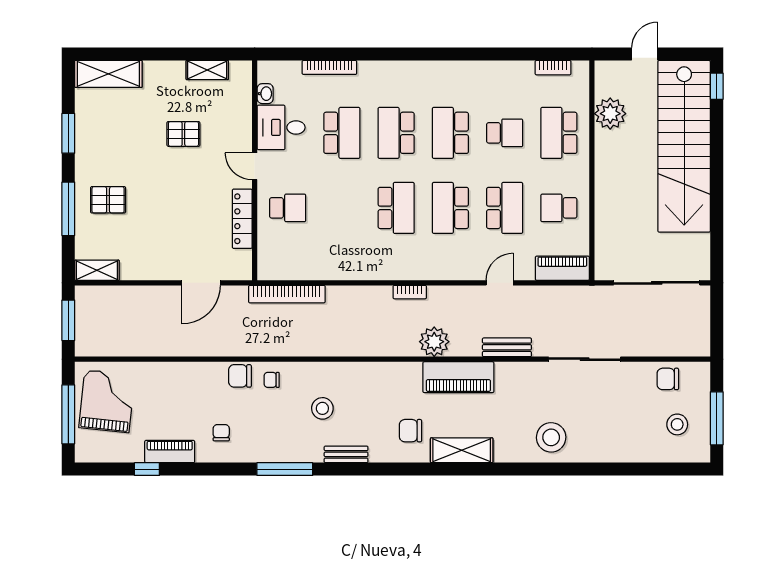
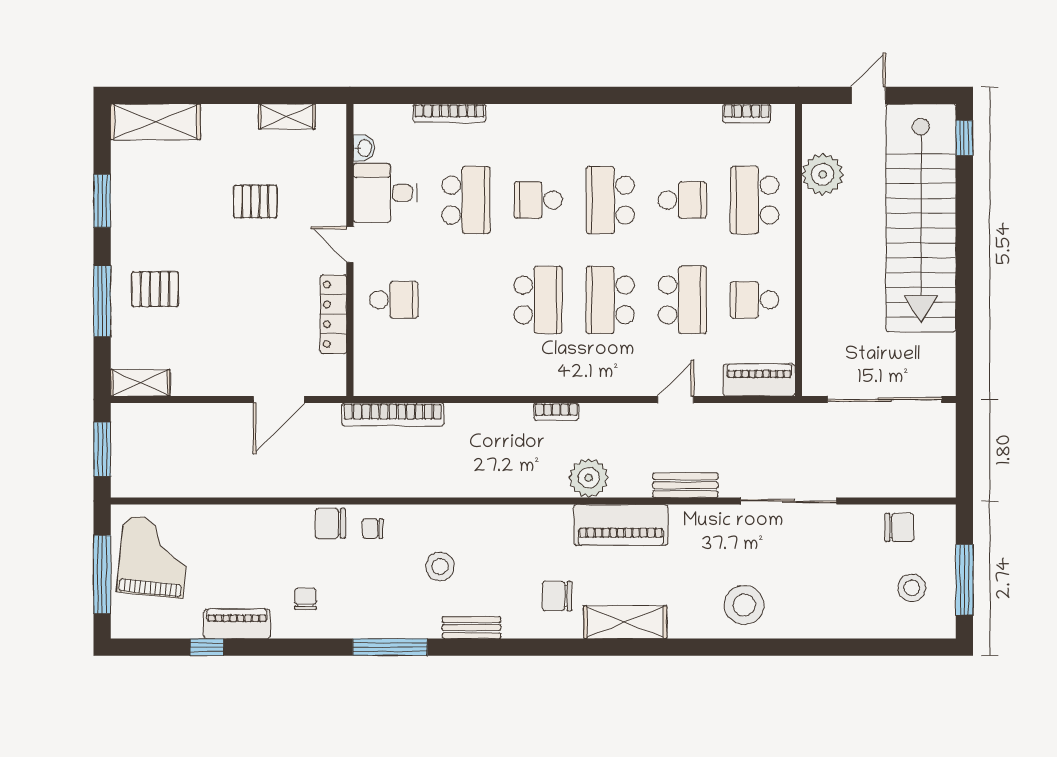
school desk: (396, 133) -> (538, 200), width x0.54
chair: (668, 379) -> (899, 527), turned 180

